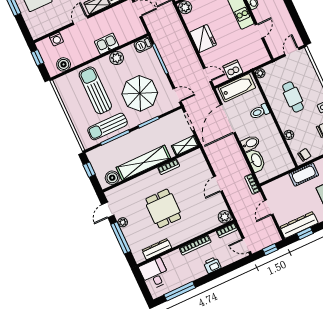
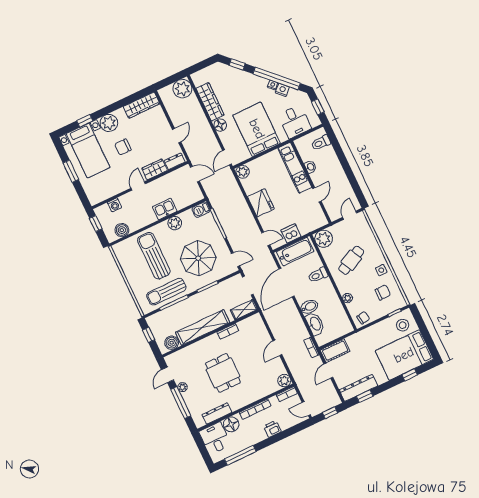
plant: (260, 73) -> (324, 239), width x1.88, depth x1.88
cafe table: (293, 97) -> (351, 260), turned 63
cot: (304, 174) -> (335, 351), moved
floor lamp: (171, 260) -> (231, 424), added

